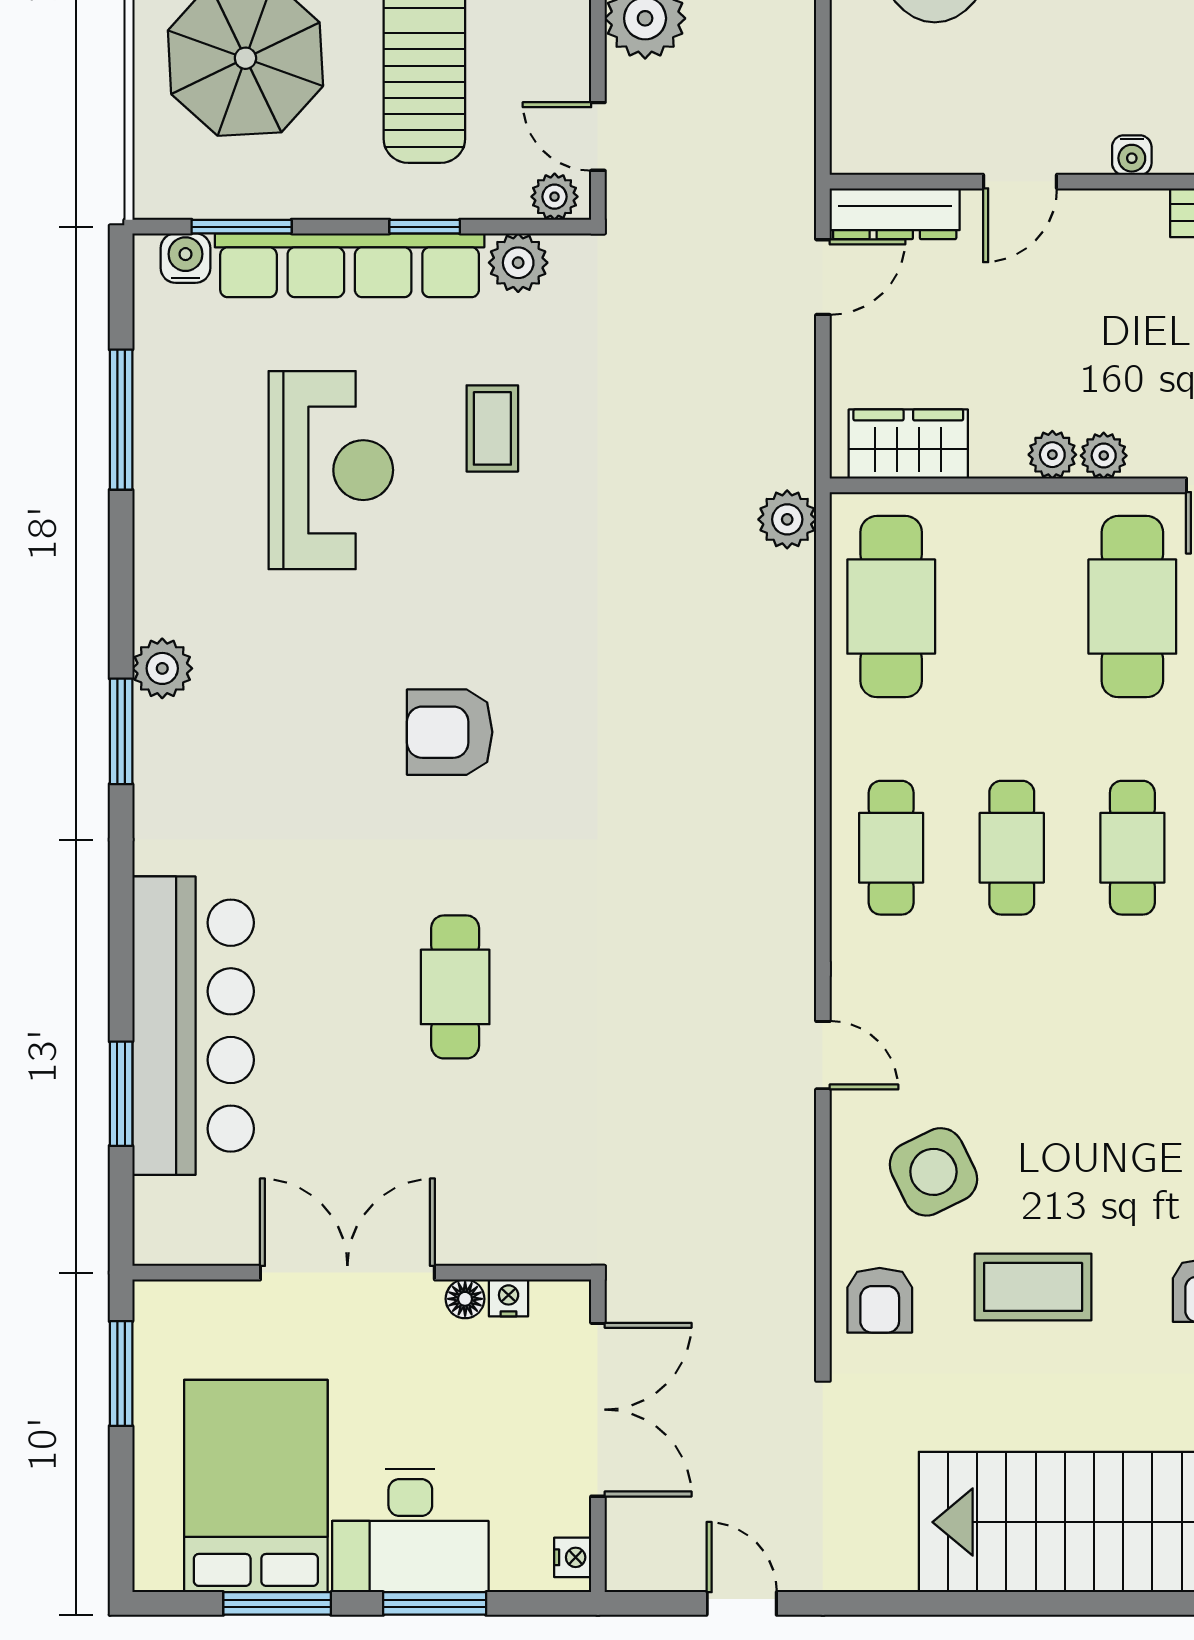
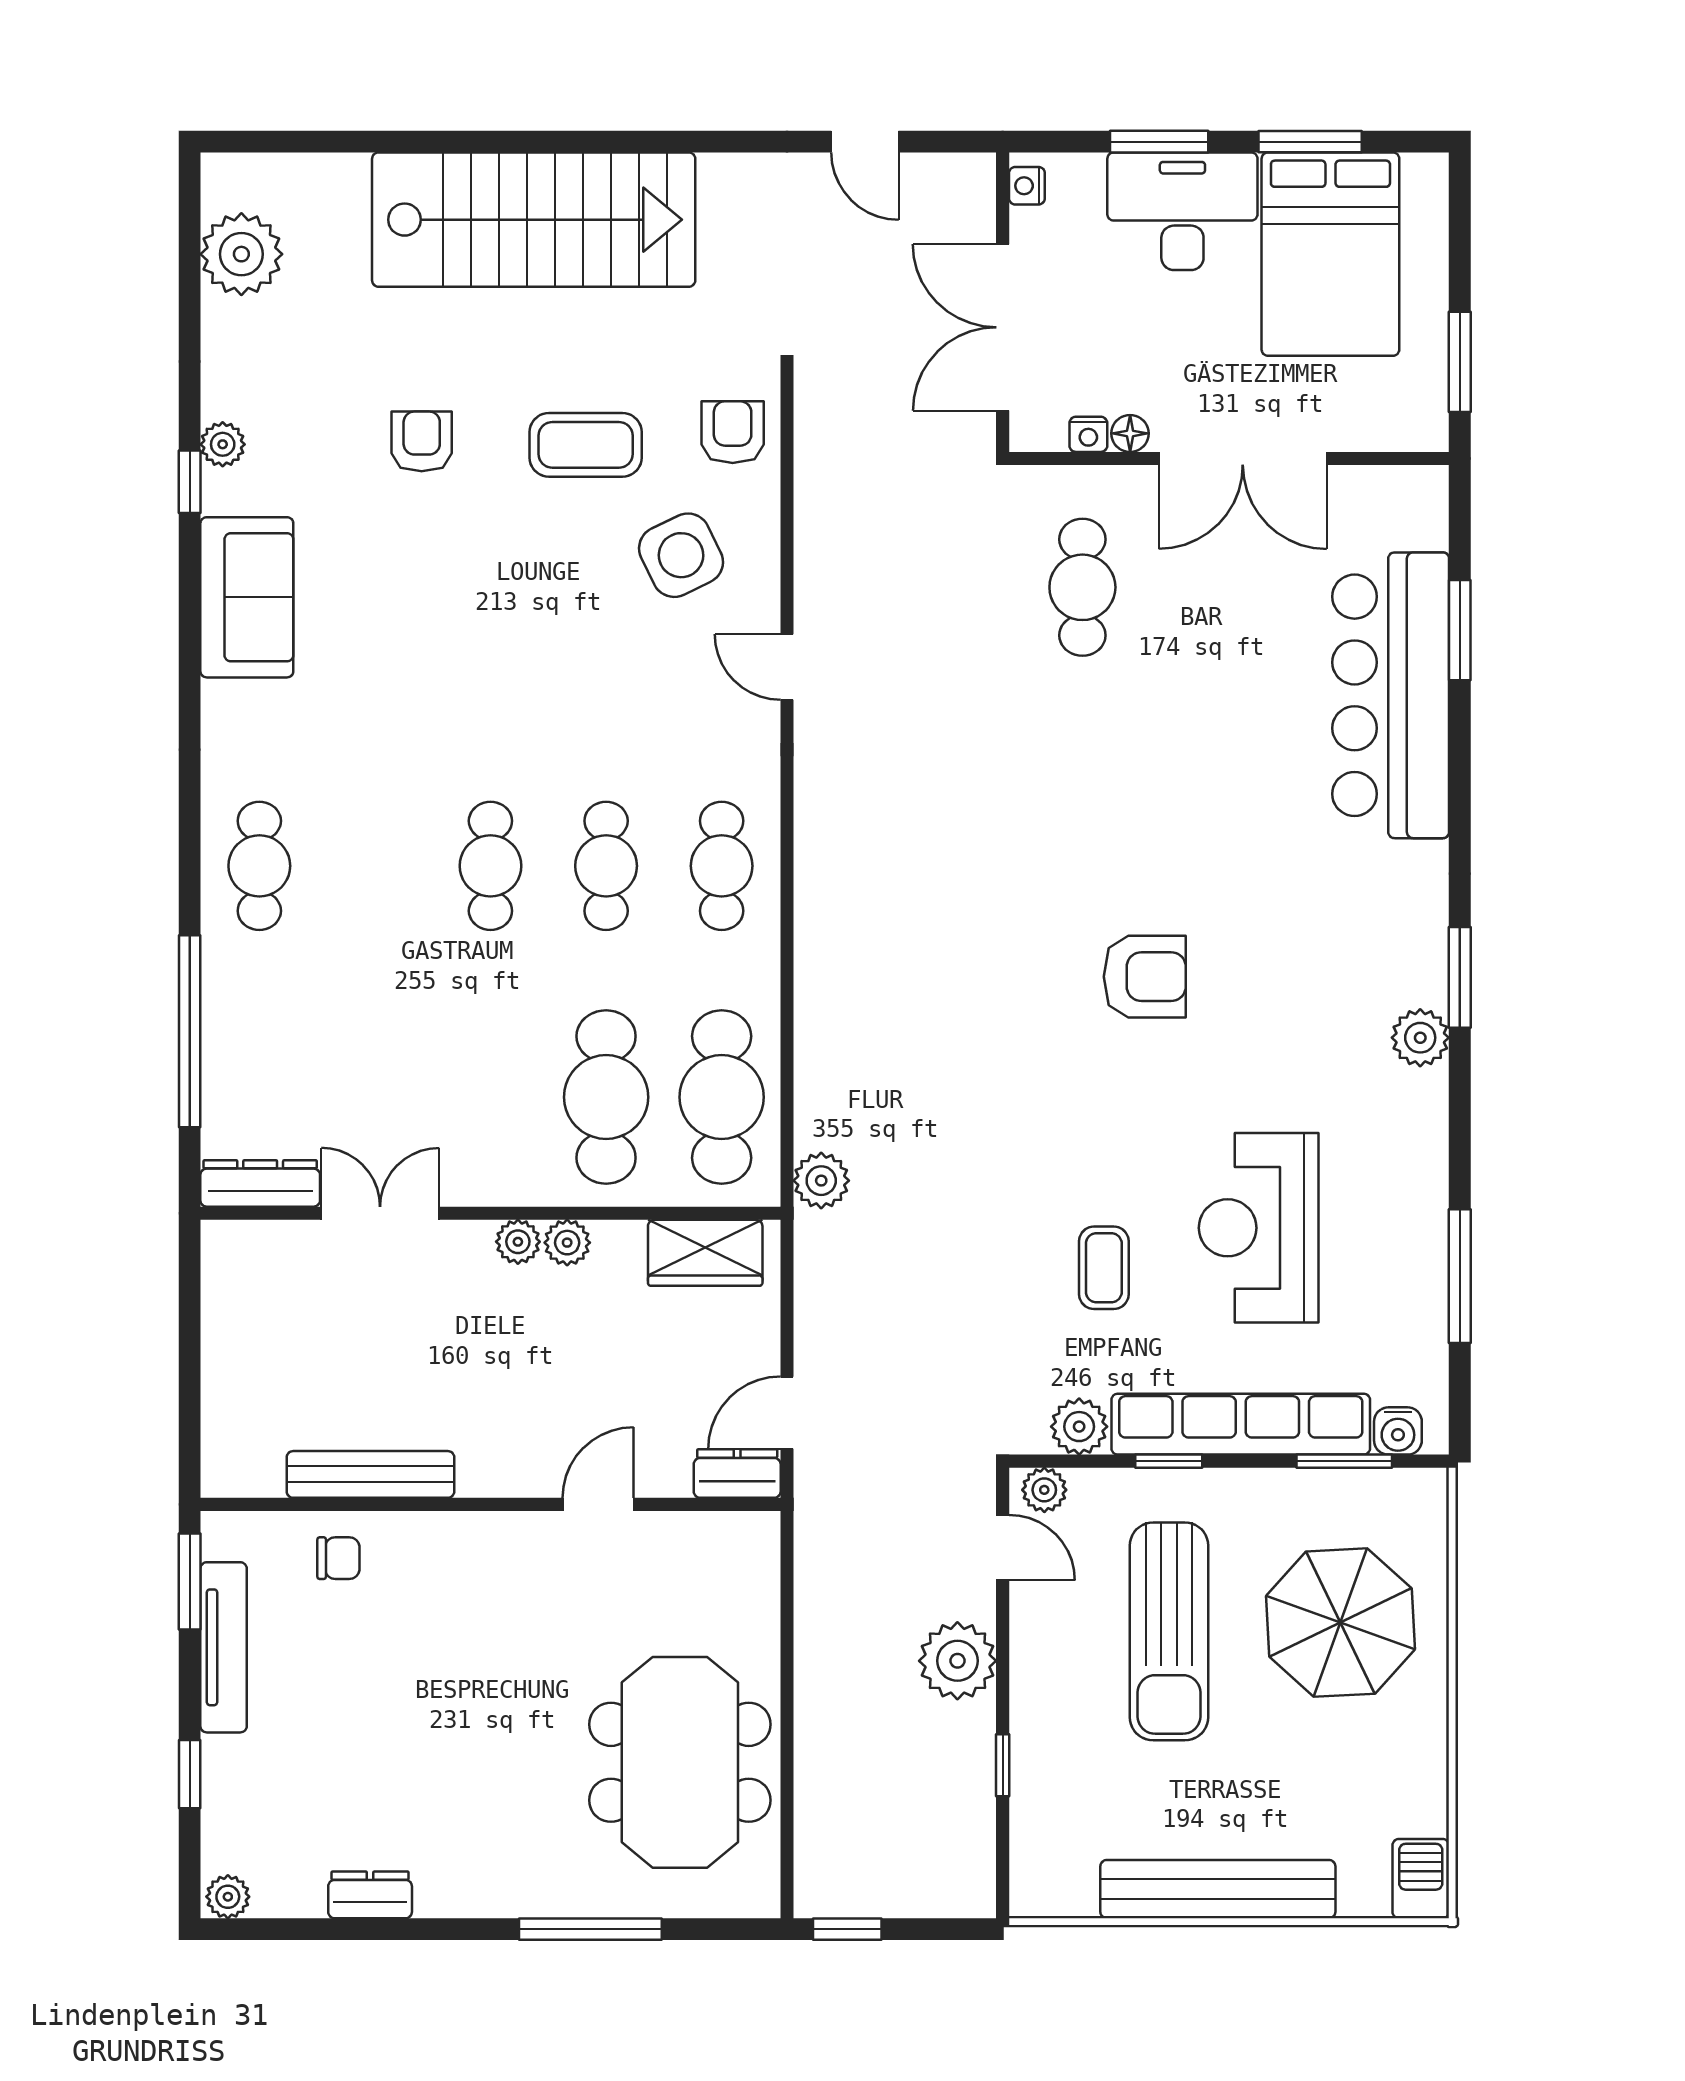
water cooler: (1132, 155) -> (491, 1530), removed
dresser: (895, 214) -> (737, 1473), width x0.70
cafe table: (1132, 607) -> (606, 1097), moved
cafe table: (455, 987) -> (1082, 587), moved

